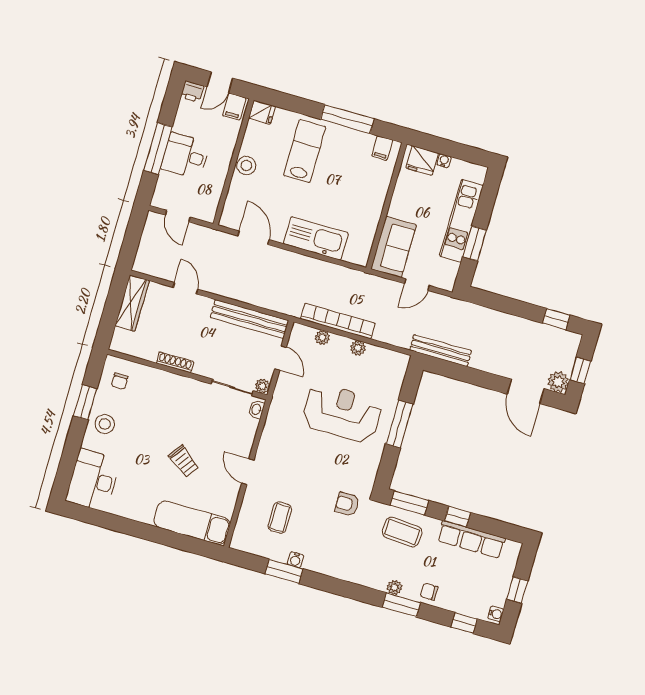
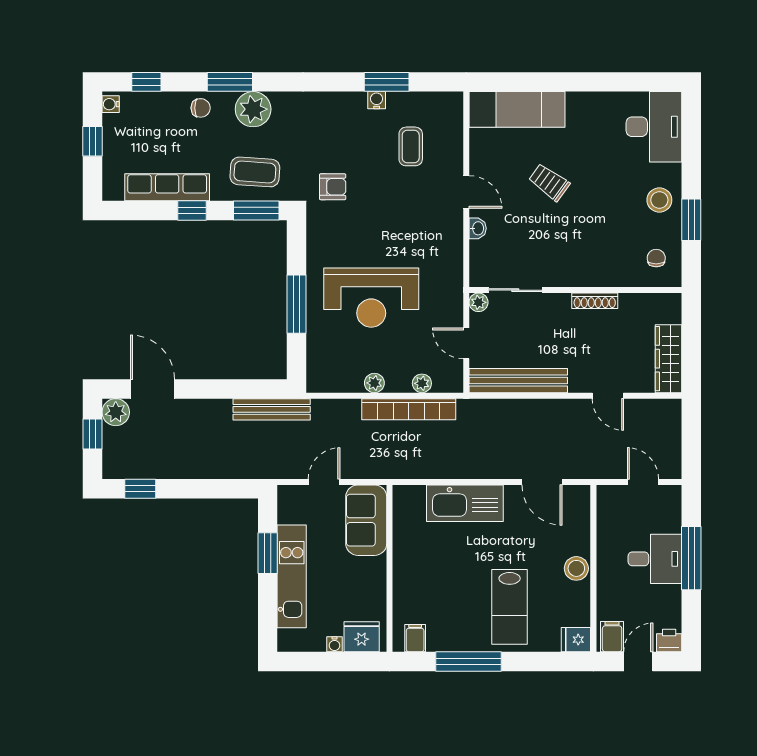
washbasin: (256, 410) -> (478, 228), moved
plant: (394, 587) -> (253, 109), width x1.88, depth x1.88

